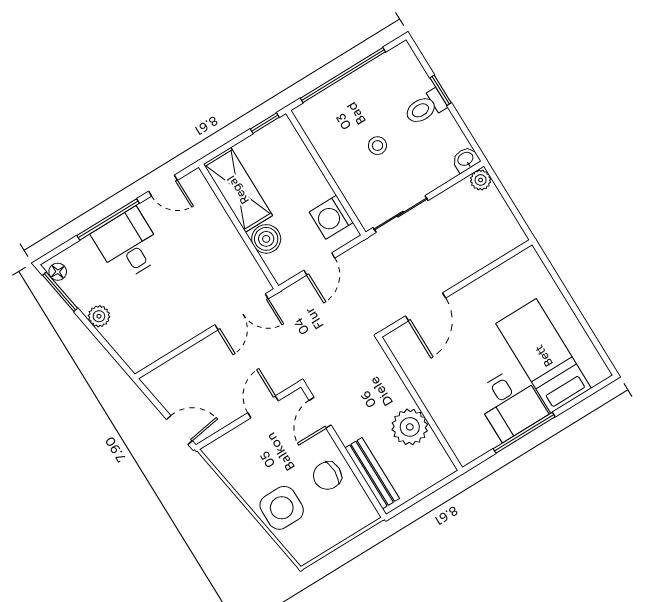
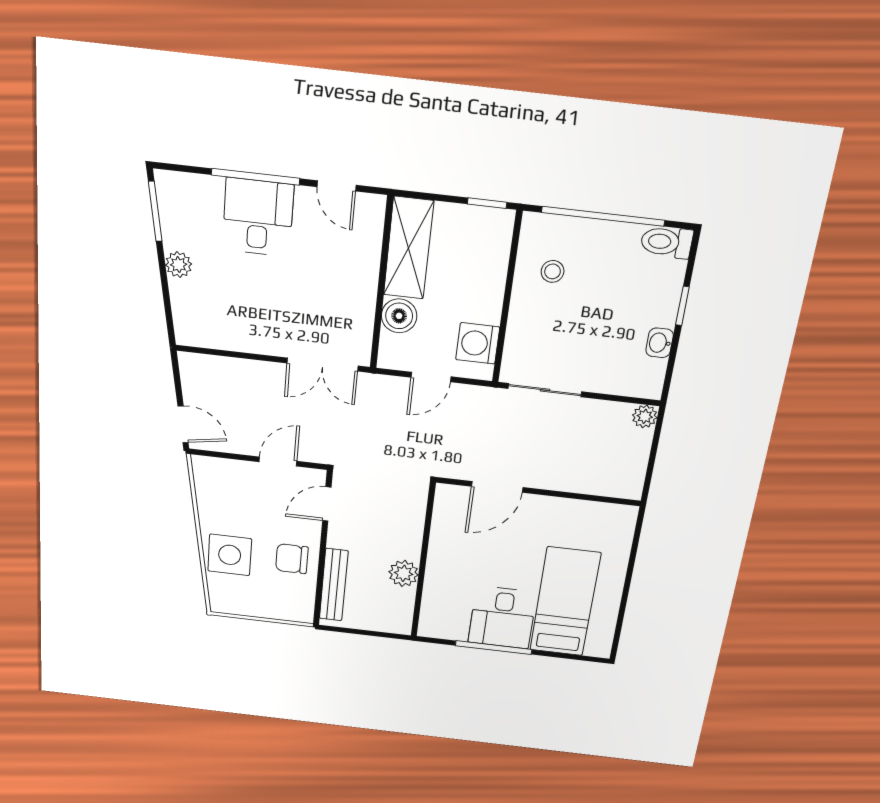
toilet: (425, 107) -> (667, 242), moved
stool: (377, 146) -> (553, 271), moved
washbasin: (466, 159) -> (660, 343), moved, turned -90
floor lamp: (58, 272) -> (166, 190), removed
plant: (410, 427) -> (404, 573), width x0.73, depth x0.73

